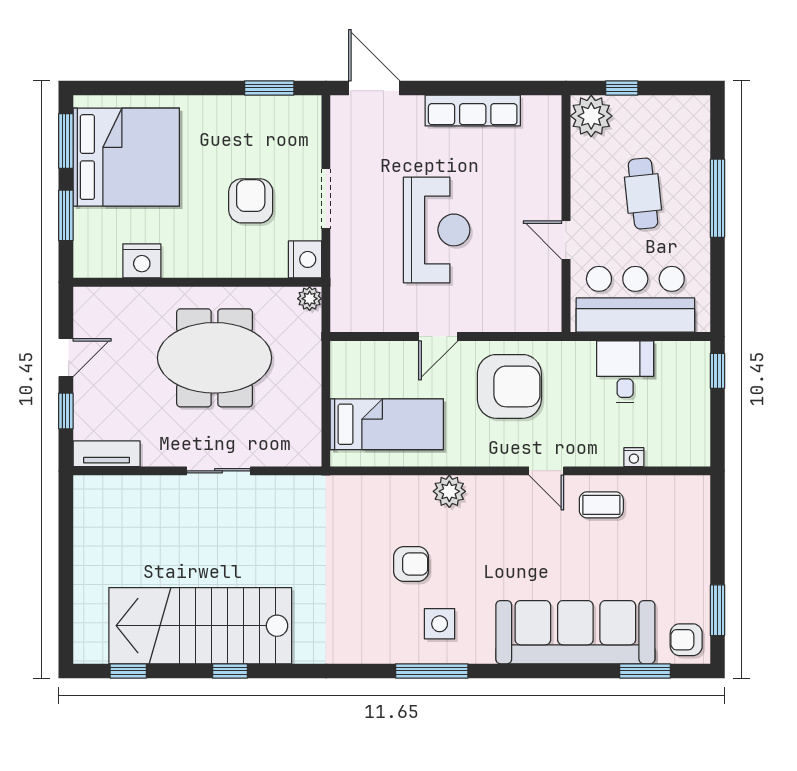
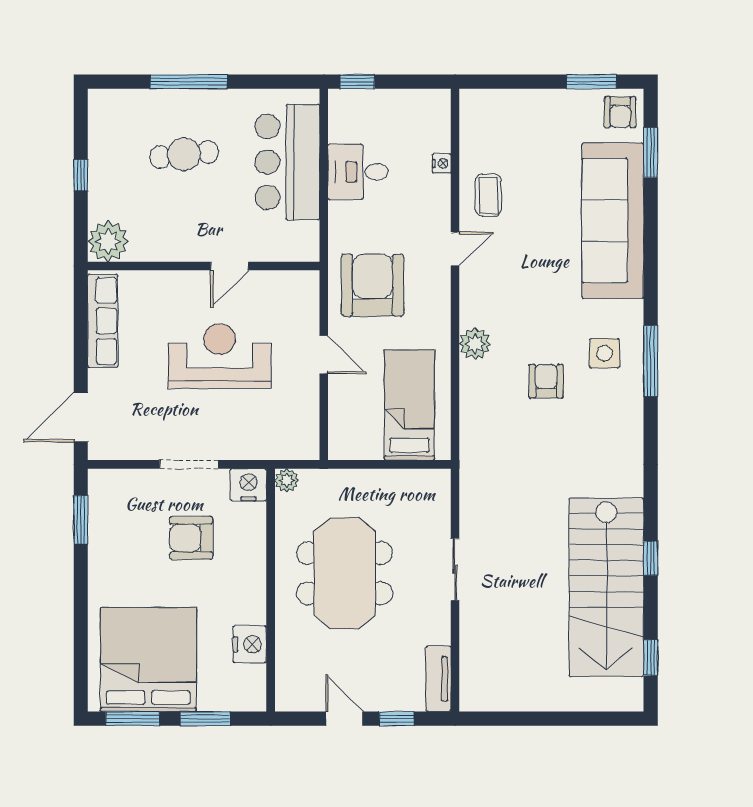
plant: (591, 116) -> (108, 241), moved
wall: (566, 214) -> (204, 266), moved
door: (566, 240) -> (230, 266), moved

